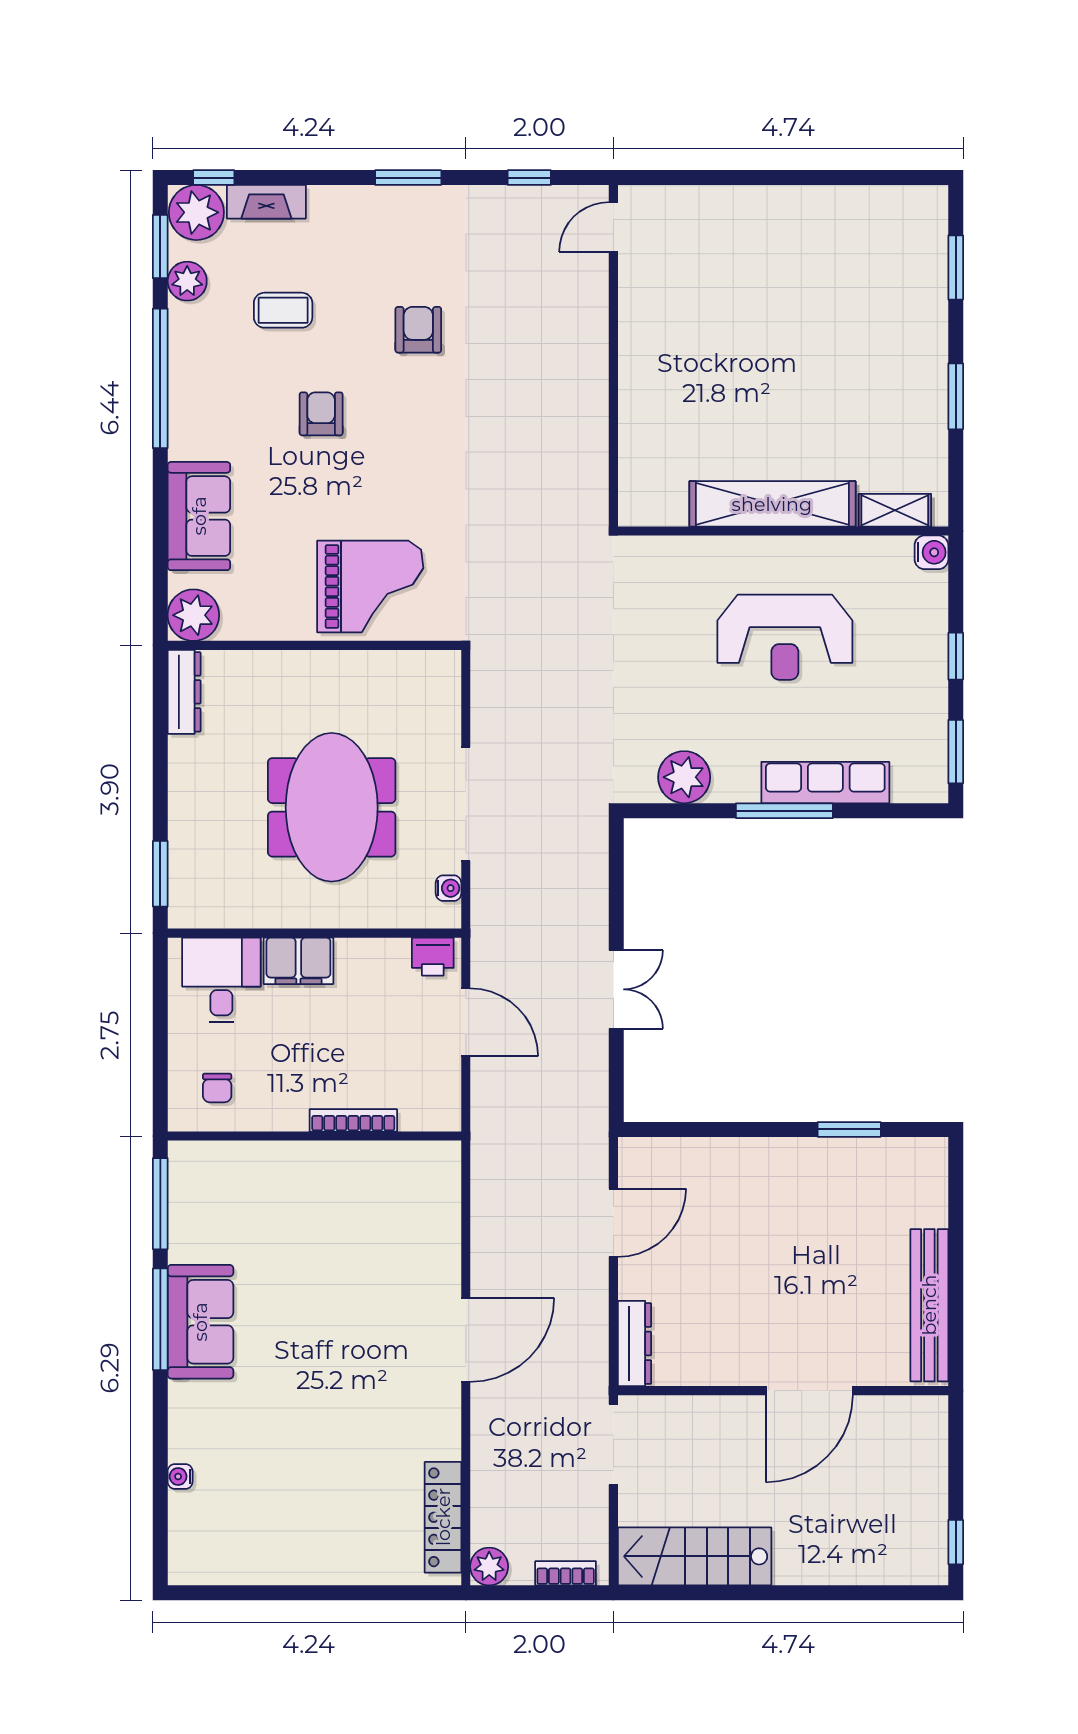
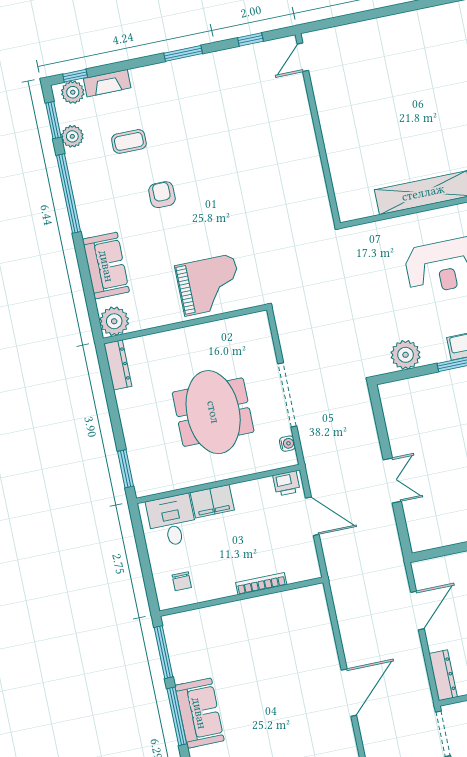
plant: (196, 212) -> (73, 92), width x0.73, depth x0.73
armchair: (418, 330) -> (206, 137), removed

